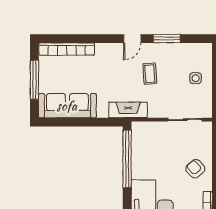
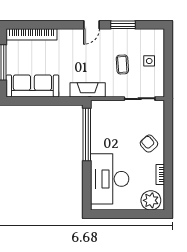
coffee table: (150, 74) -> (122, 64), moved

